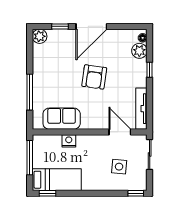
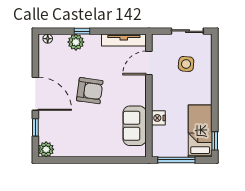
plant: (139, 51) -> (76, 42), moved
window: (30, 92) -> (106, 160), removed
sliding door: (150, 154) -> (187, 31), moved
window: (136, 193) -> (215, 46), removed

